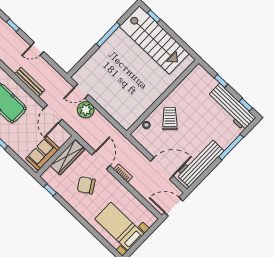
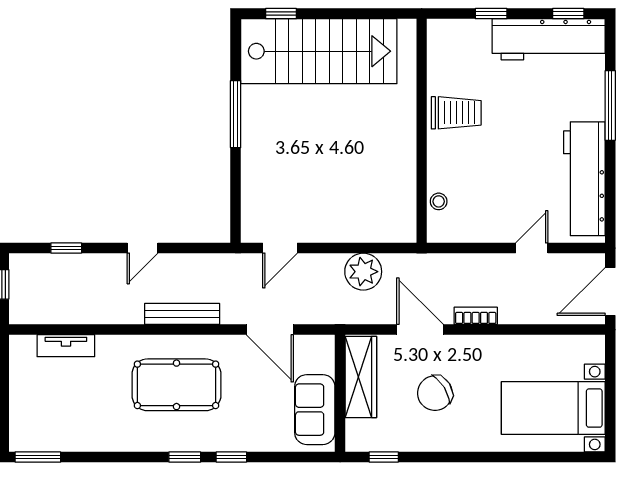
plant: (86, 110) -> (363, 272), moved
trolley: (170, 119) -> (456, 113), moved, turned 135
door: (162, 169) -> (532, 248), width x0.53

